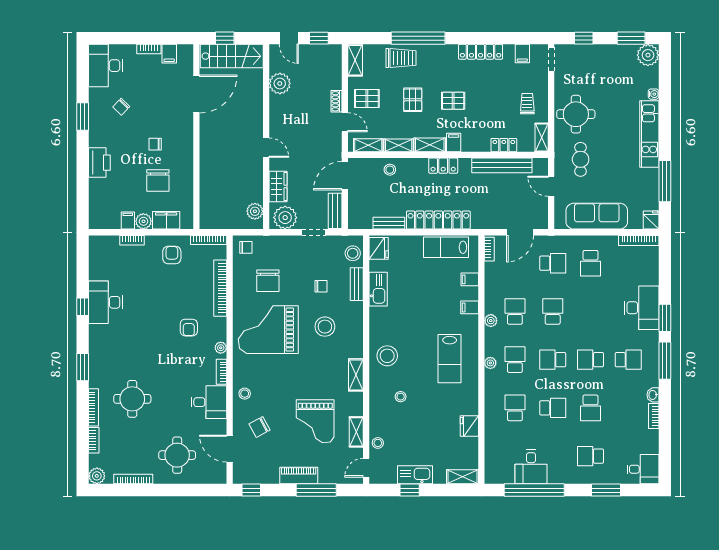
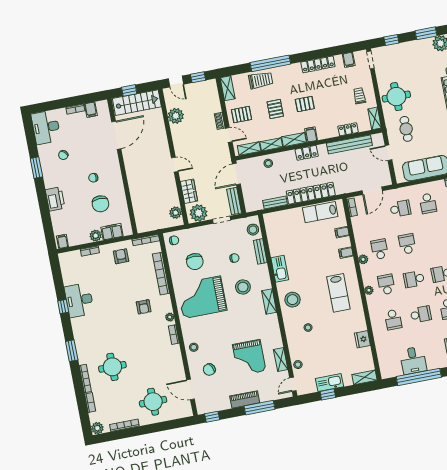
filing cabinet: (128, 221) -> (62, 241), moved
fridge: (379, 248) -> (271, 222), removed
kitchen sink: (378, 289) -> (280, 269), moved
shelving: (356, 375) -> (269, 302), moved
desk: (209, 402) -> (169, 358), removed
school desk: (515, 408) -> (393, 320), turned 180

